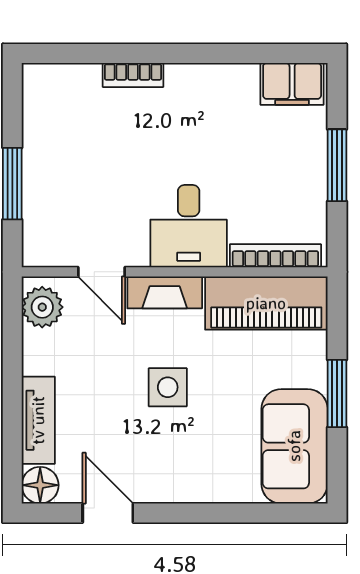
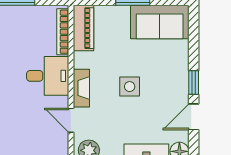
door: (101, 272) -> (71, 120), swing flipped
piano: (266, 303) -> (83, 28), width x0.73, depth x0.75
window: (176, 513) -> (194, 82), added

